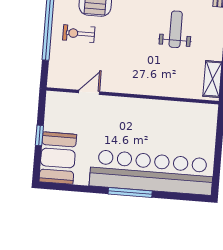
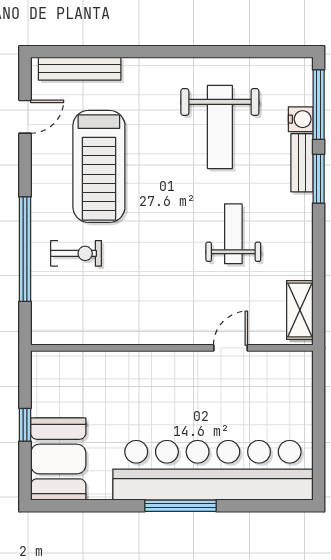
exercise bike: (79, 34) -> (76, 253), turned 180
door: (89, 92) -> (231, 348), moved

